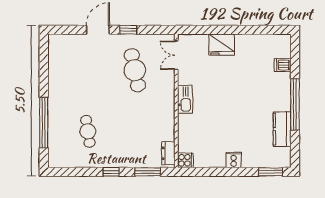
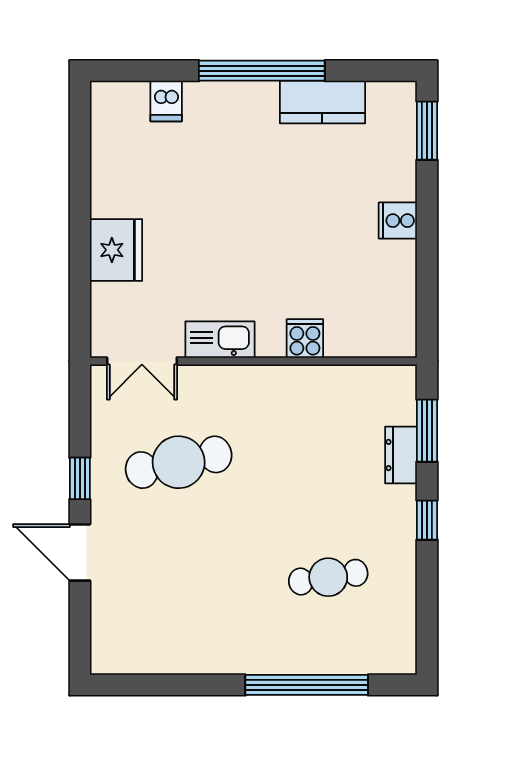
kitchen sink: (185, 99) -> (220, 340), moved
dresser: (168, 153) -> (401, 455), moved, turned 90
cooker: (185, 160) -> (305, 338), moved

